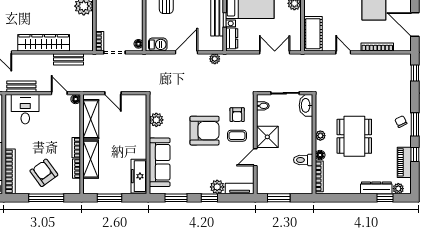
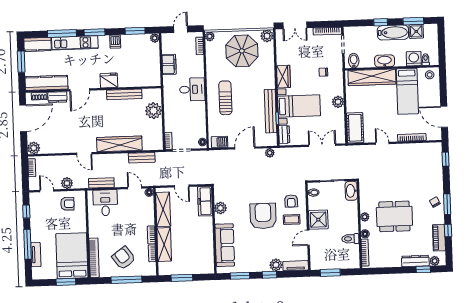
armchair: (205, 131) -> (263, 216), turned -90
dining table: (354, 136) -> (394, 216), turned 90
freezer: (139, 176) -> (205, 201), moved

